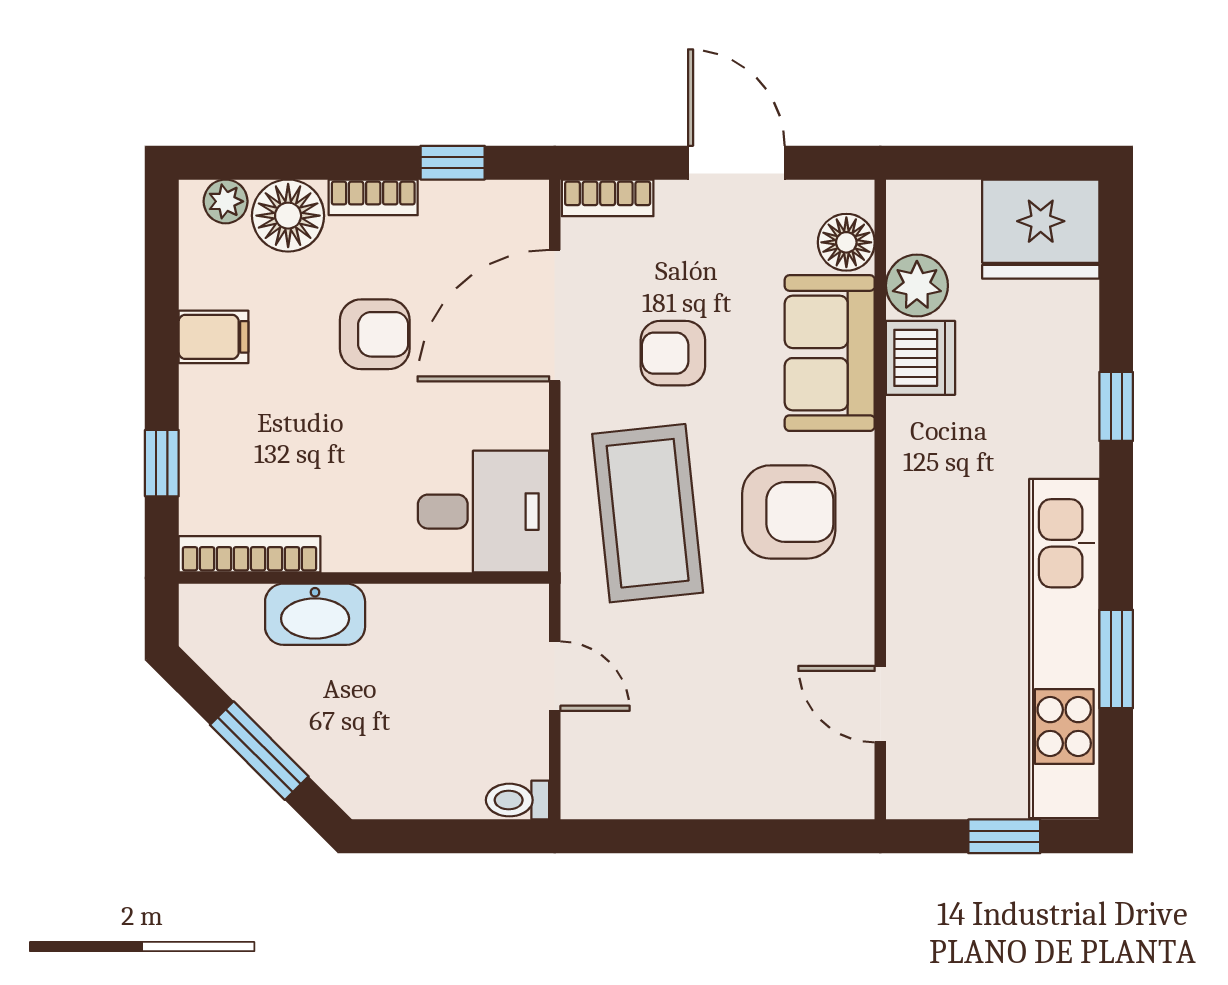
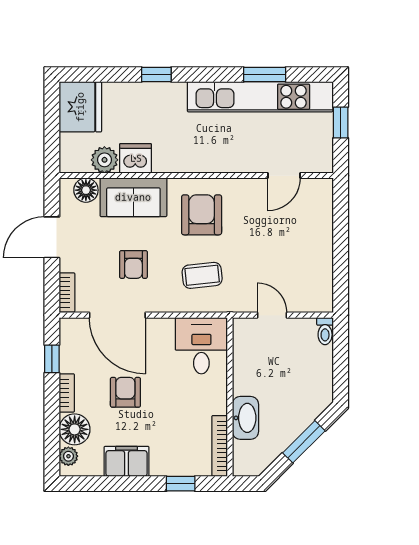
filing cabinet: (214, 337) -> (127, 461), width x2.00
coffee table: (648, 513) -> (202, 275), width x0.54, depth x0.58
door: (555, 676) -> (272, 315), hinge flipped

